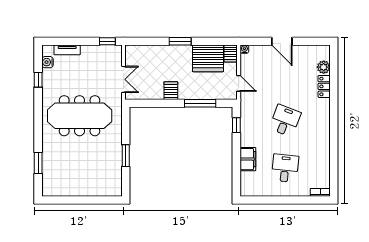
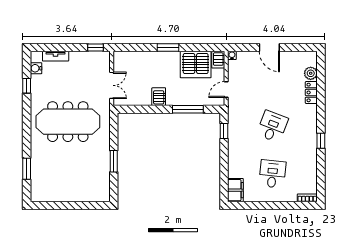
door: (239, 83) -> (226, 90), swing flipped
window: (334, 135) -> (321, 141), added
filing cabinet: (248, 159) -> (235, 190), moved

